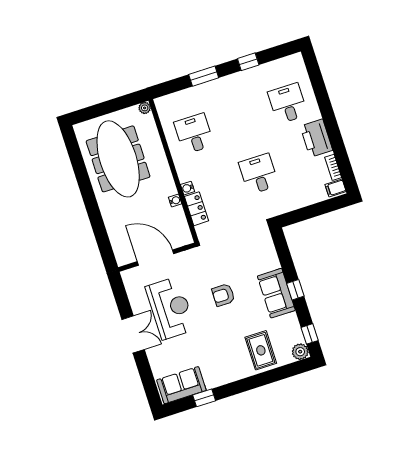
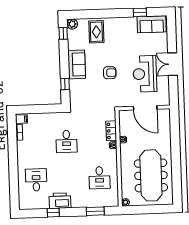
window: (204, 76) -> (95, 211), moved
desk: (288, 103) -> (36, 180), turned 180
printer: (316, 138) -> (60, 201), moved, turned -90
window: (295, 290) -> (65, 84), moved

